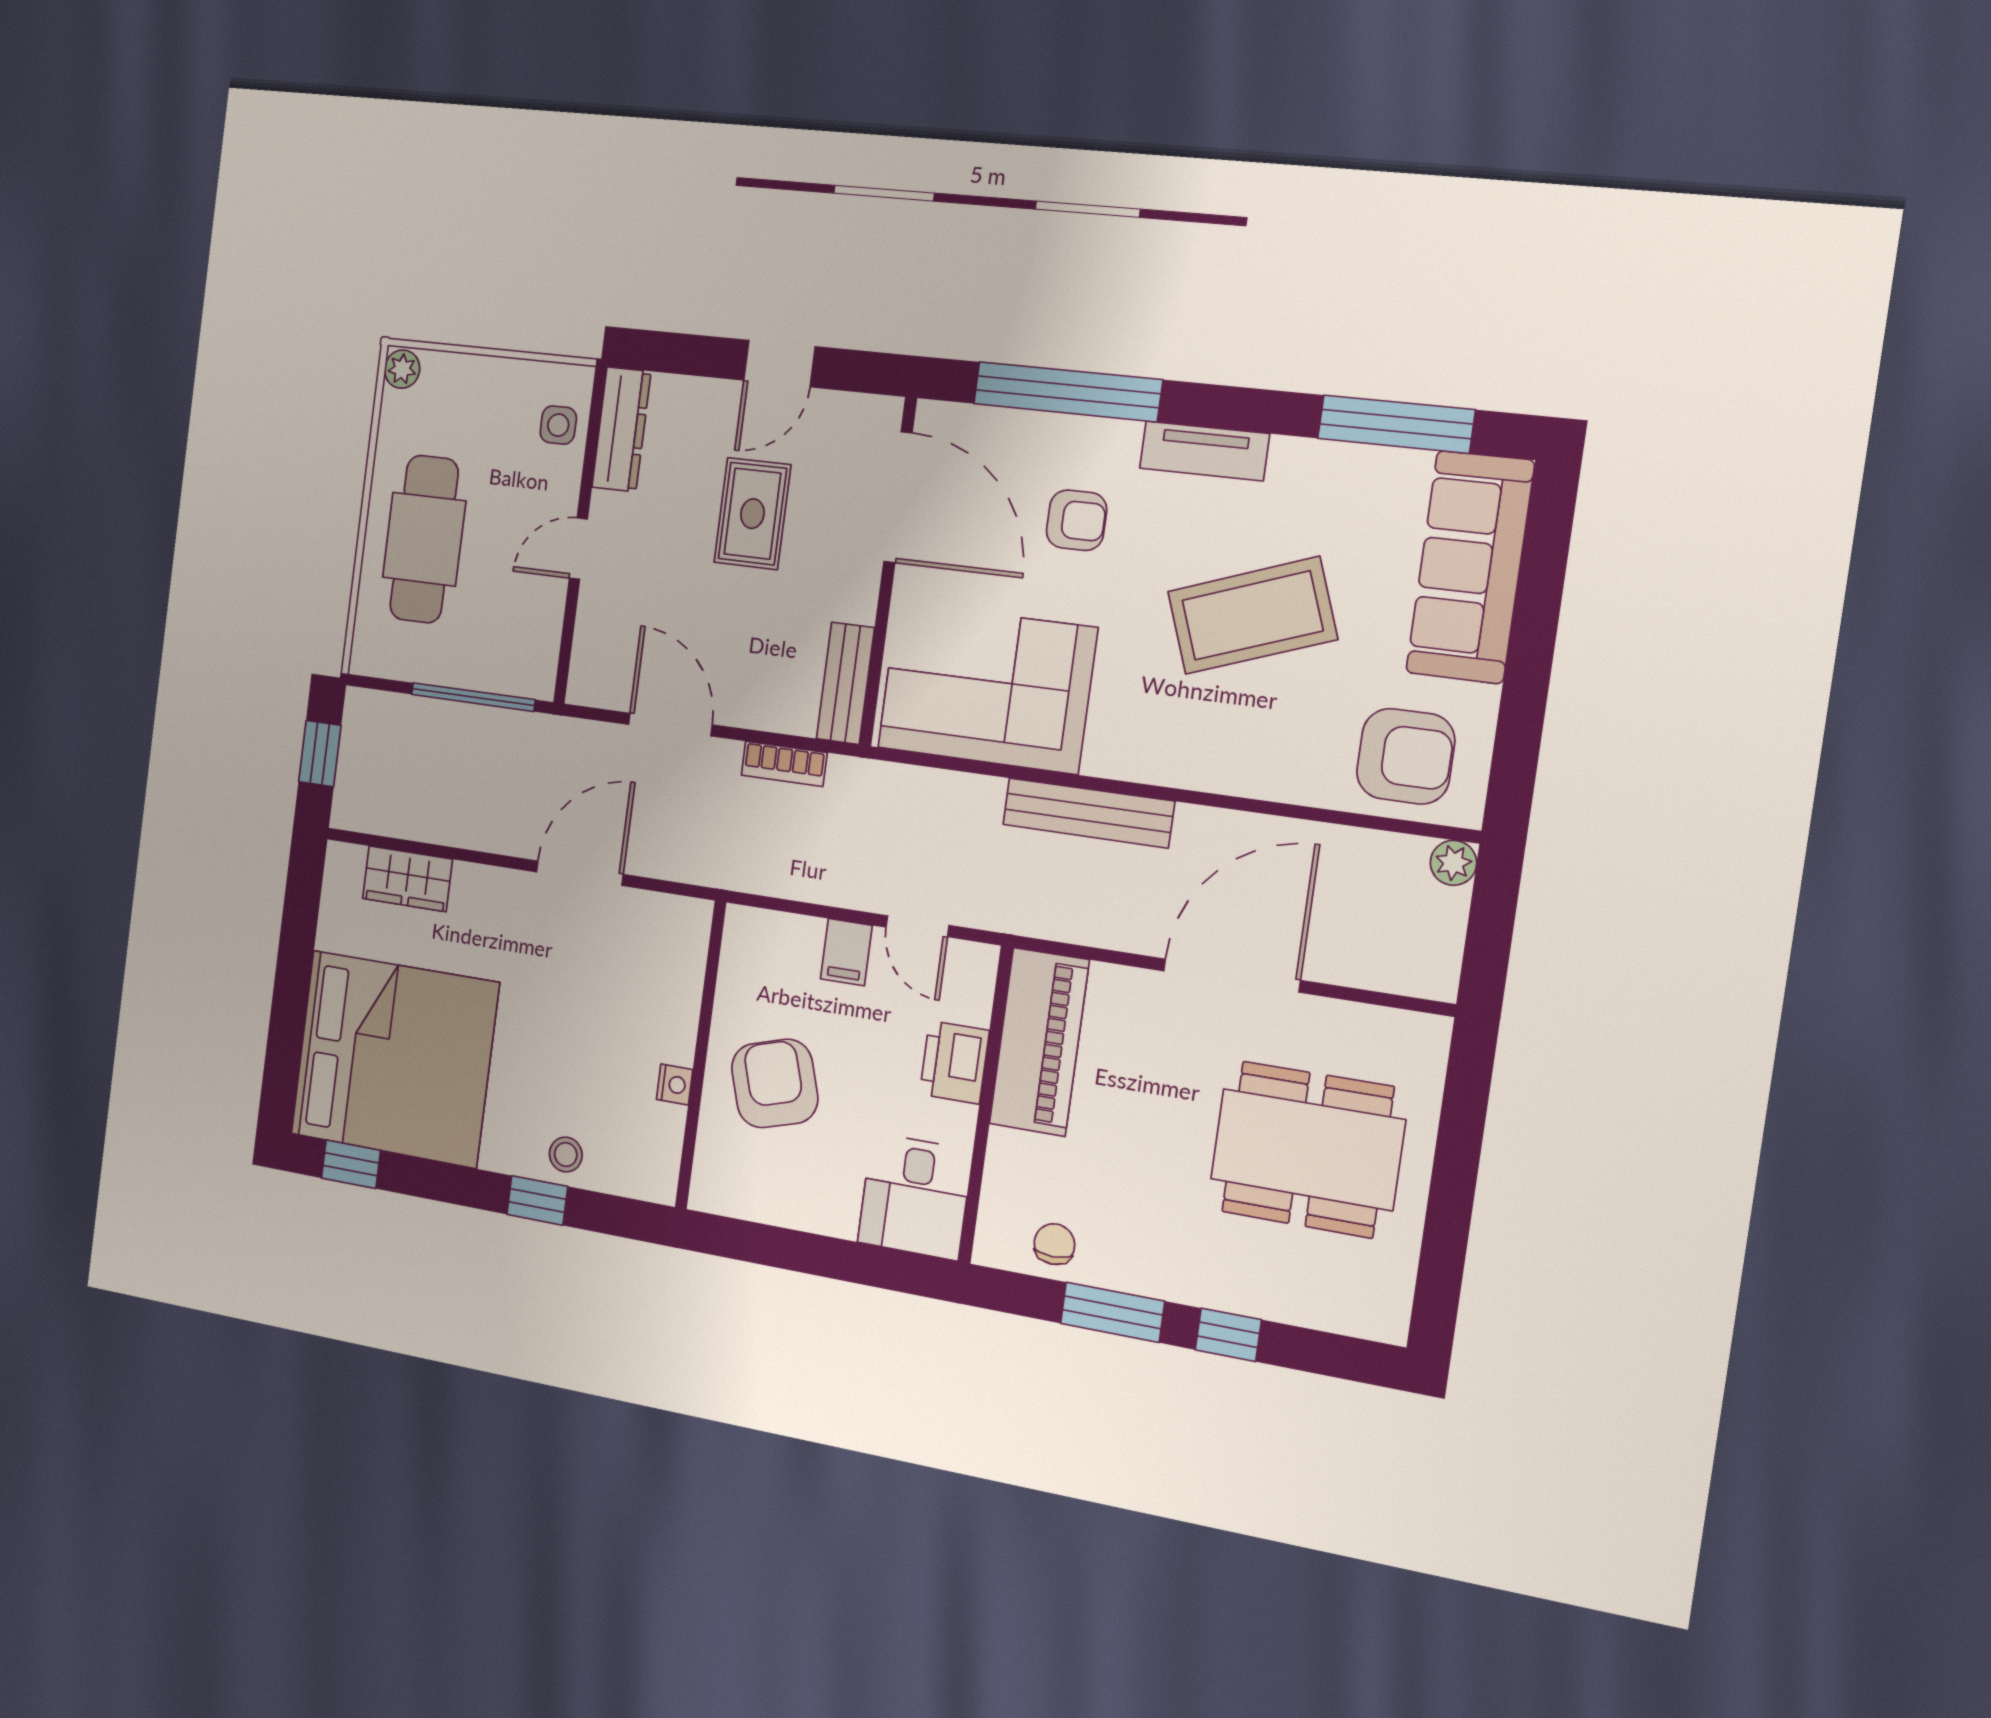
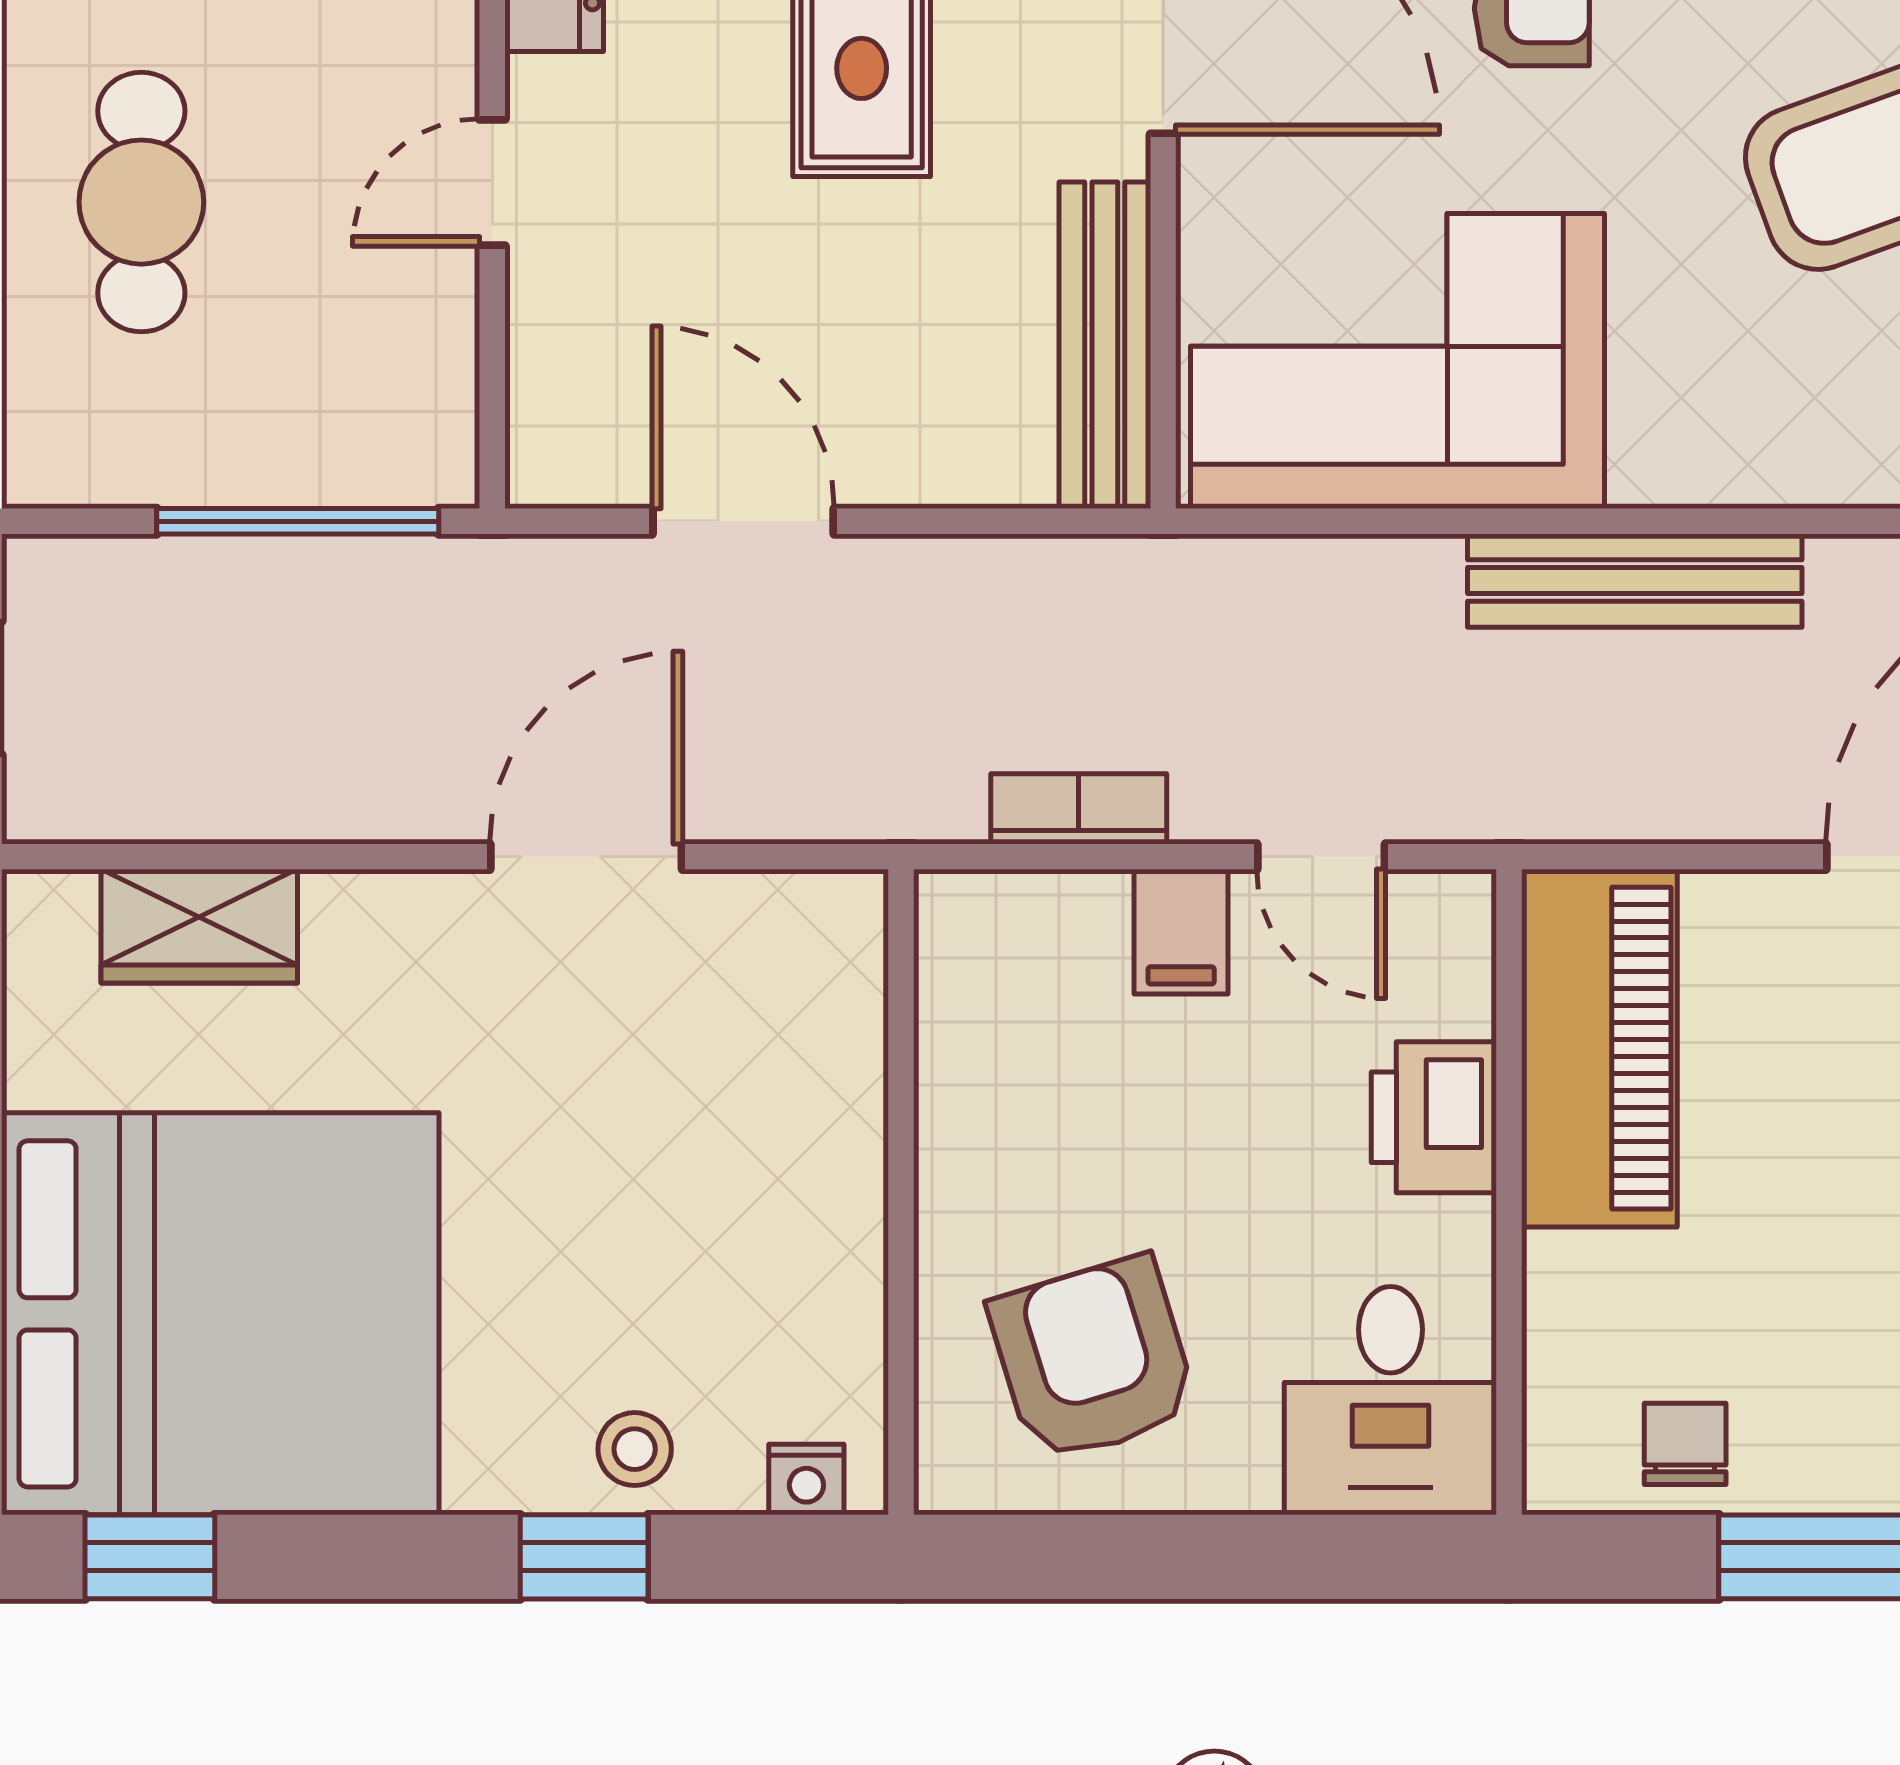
cafe table: (424, 539) -> (141, 202), width x0.73, depth x0.74
bench: (845, 683) -> (1105, 345), width x1.36
bookcase: (784, 764) -> (1079, 809), moved, turned 180
armchair: (775, 1083) -> (1093, 1359), moved
nightstand: (675, 1085) -> (806, 1480), moved, turned 90

